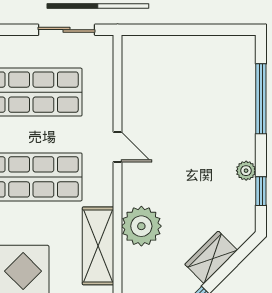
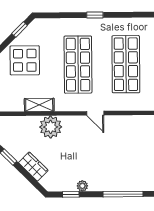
door: (118, 147) -> (95, 113), hinge flipped
shelving: (98, 246) -> (39, 105), width x0.67, depth x0.75

